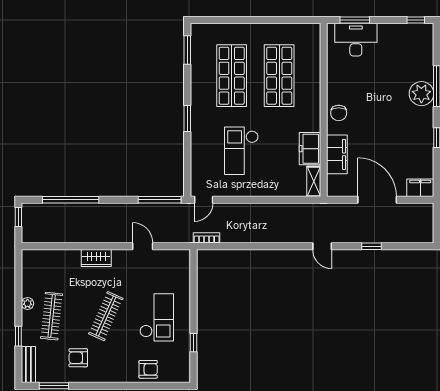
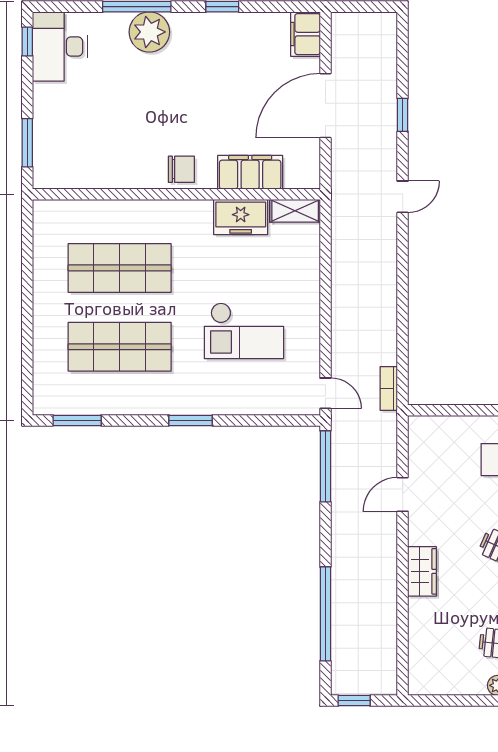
desk: (356, 40) -> (60, 46), moved

